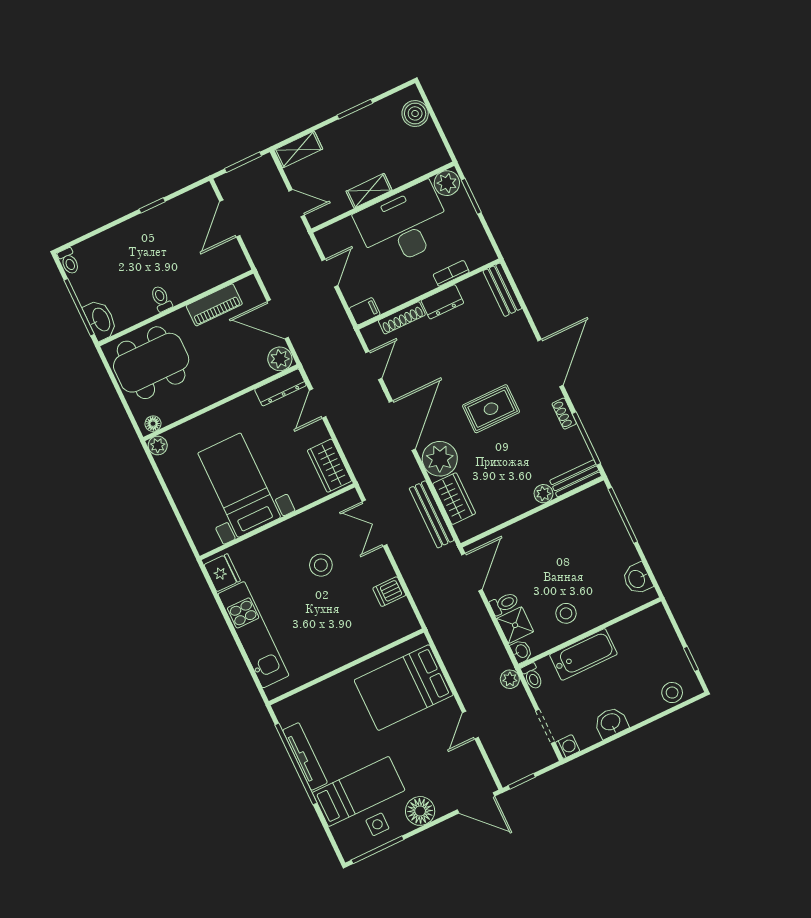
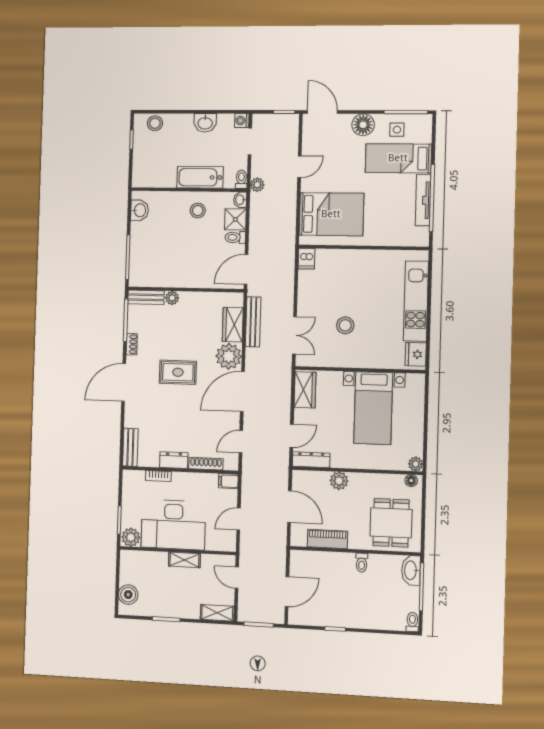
plant: (280, 359) -> (339, 481), moved
dining table: (151, 363) -> (391, 523), width x0.73
dishwasher: (389, 592) -> (306, 259), moved, turned 90

